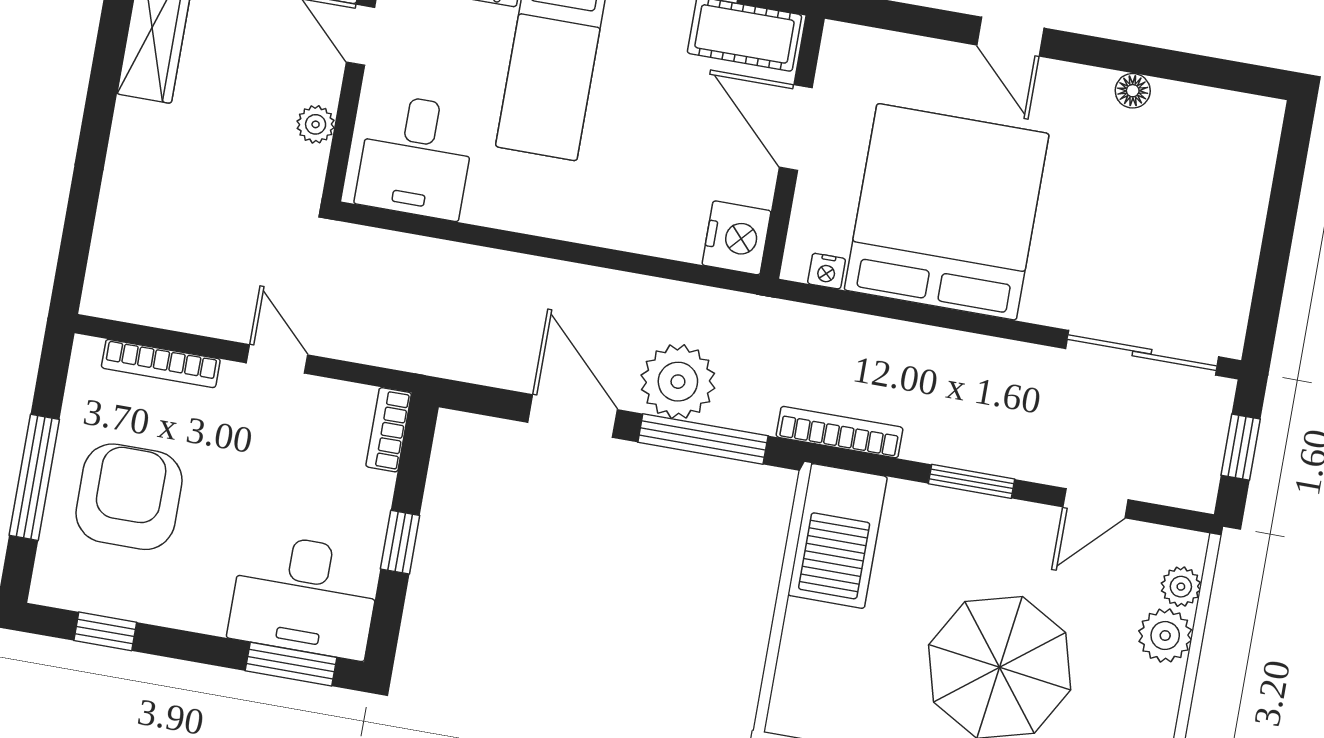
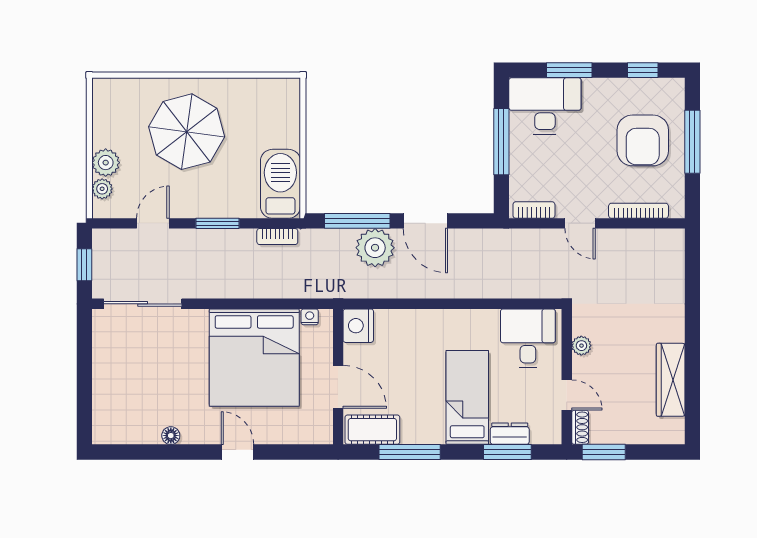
bookcase: (389, 430) -> (534, 210), moved, turned -90
bookcase: (839, 432) -> (277, 237), width x0.64
window: (400, 542) -> (501, 142), width x2.17
window: (291, 664) -> (569, 70), moved

